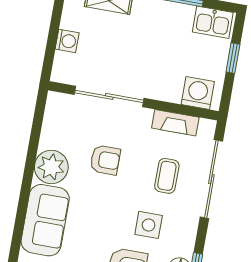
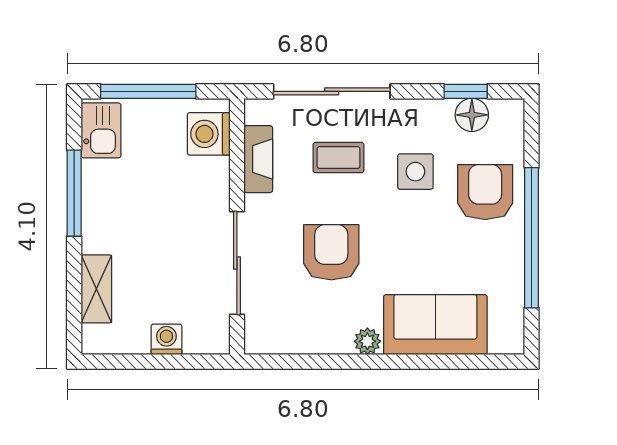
window: (233, 58) -> (148, 91), width x2.17
armchair: (105, 160) -> (331, 252), width x1.38, depth x1.38
plant: (51, 167) -> (367, 341), width x0.53, depth x0.53

